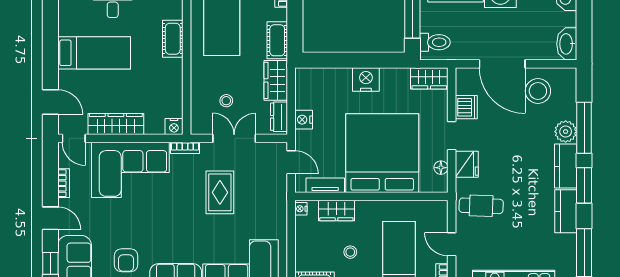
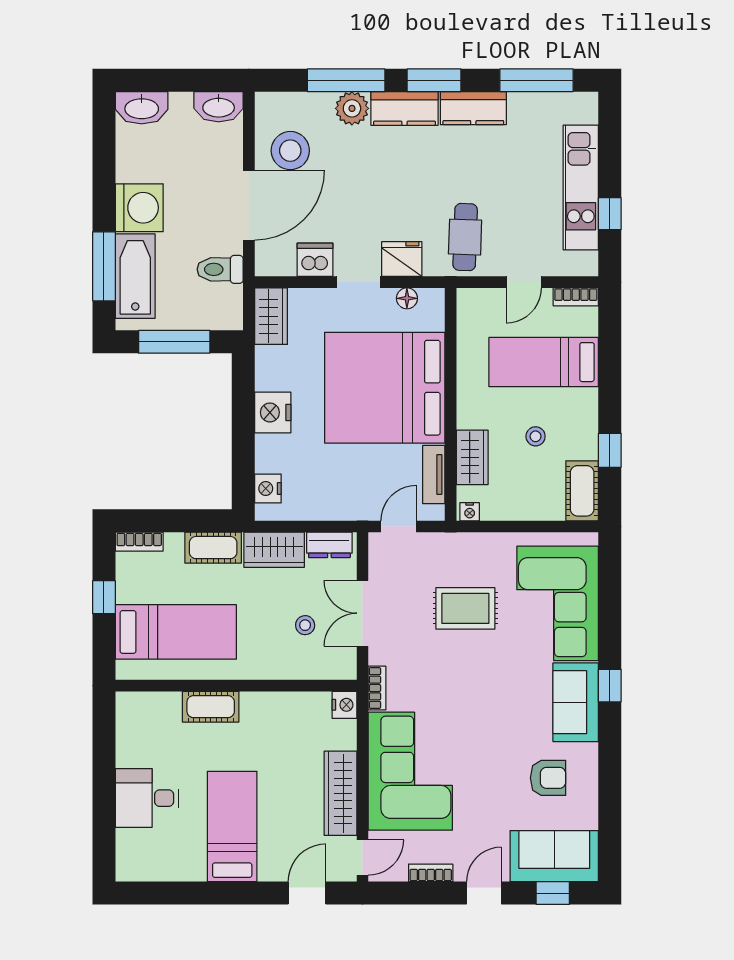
toilet: (435, 42) -> (220, 269), moved, turned -90
nightstand: (304, 120) -> (268, 489), moved, turned 90
rug: (220, 192) -> (465, 608), moved

